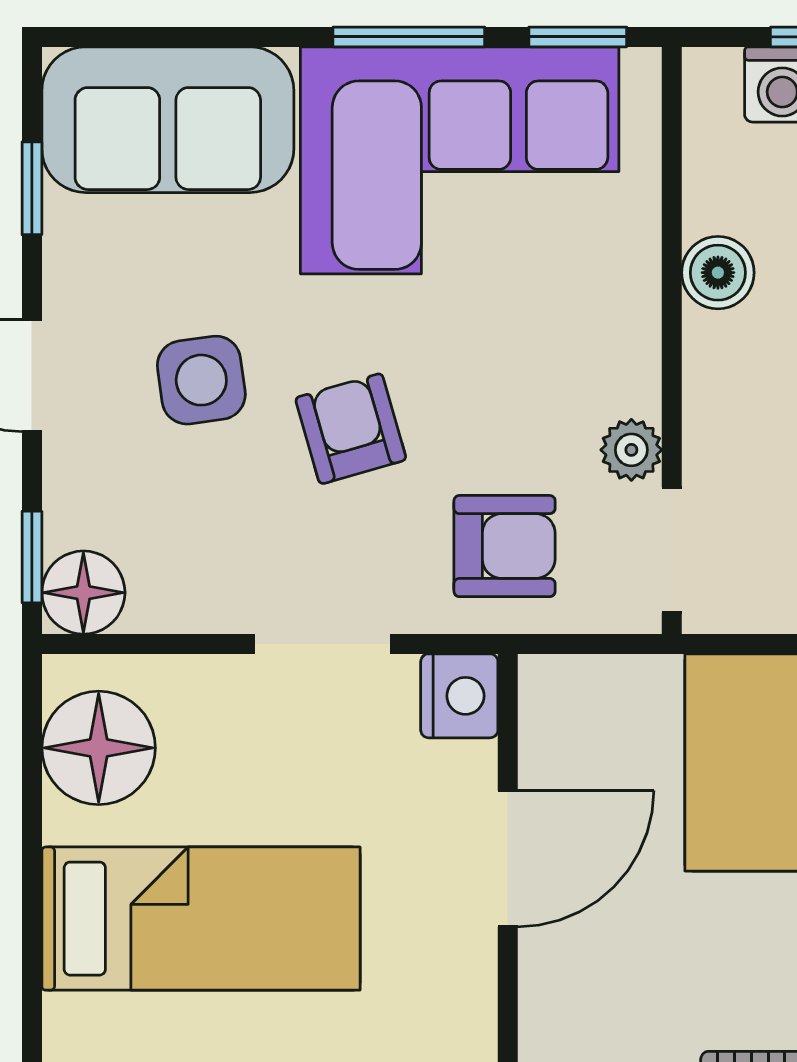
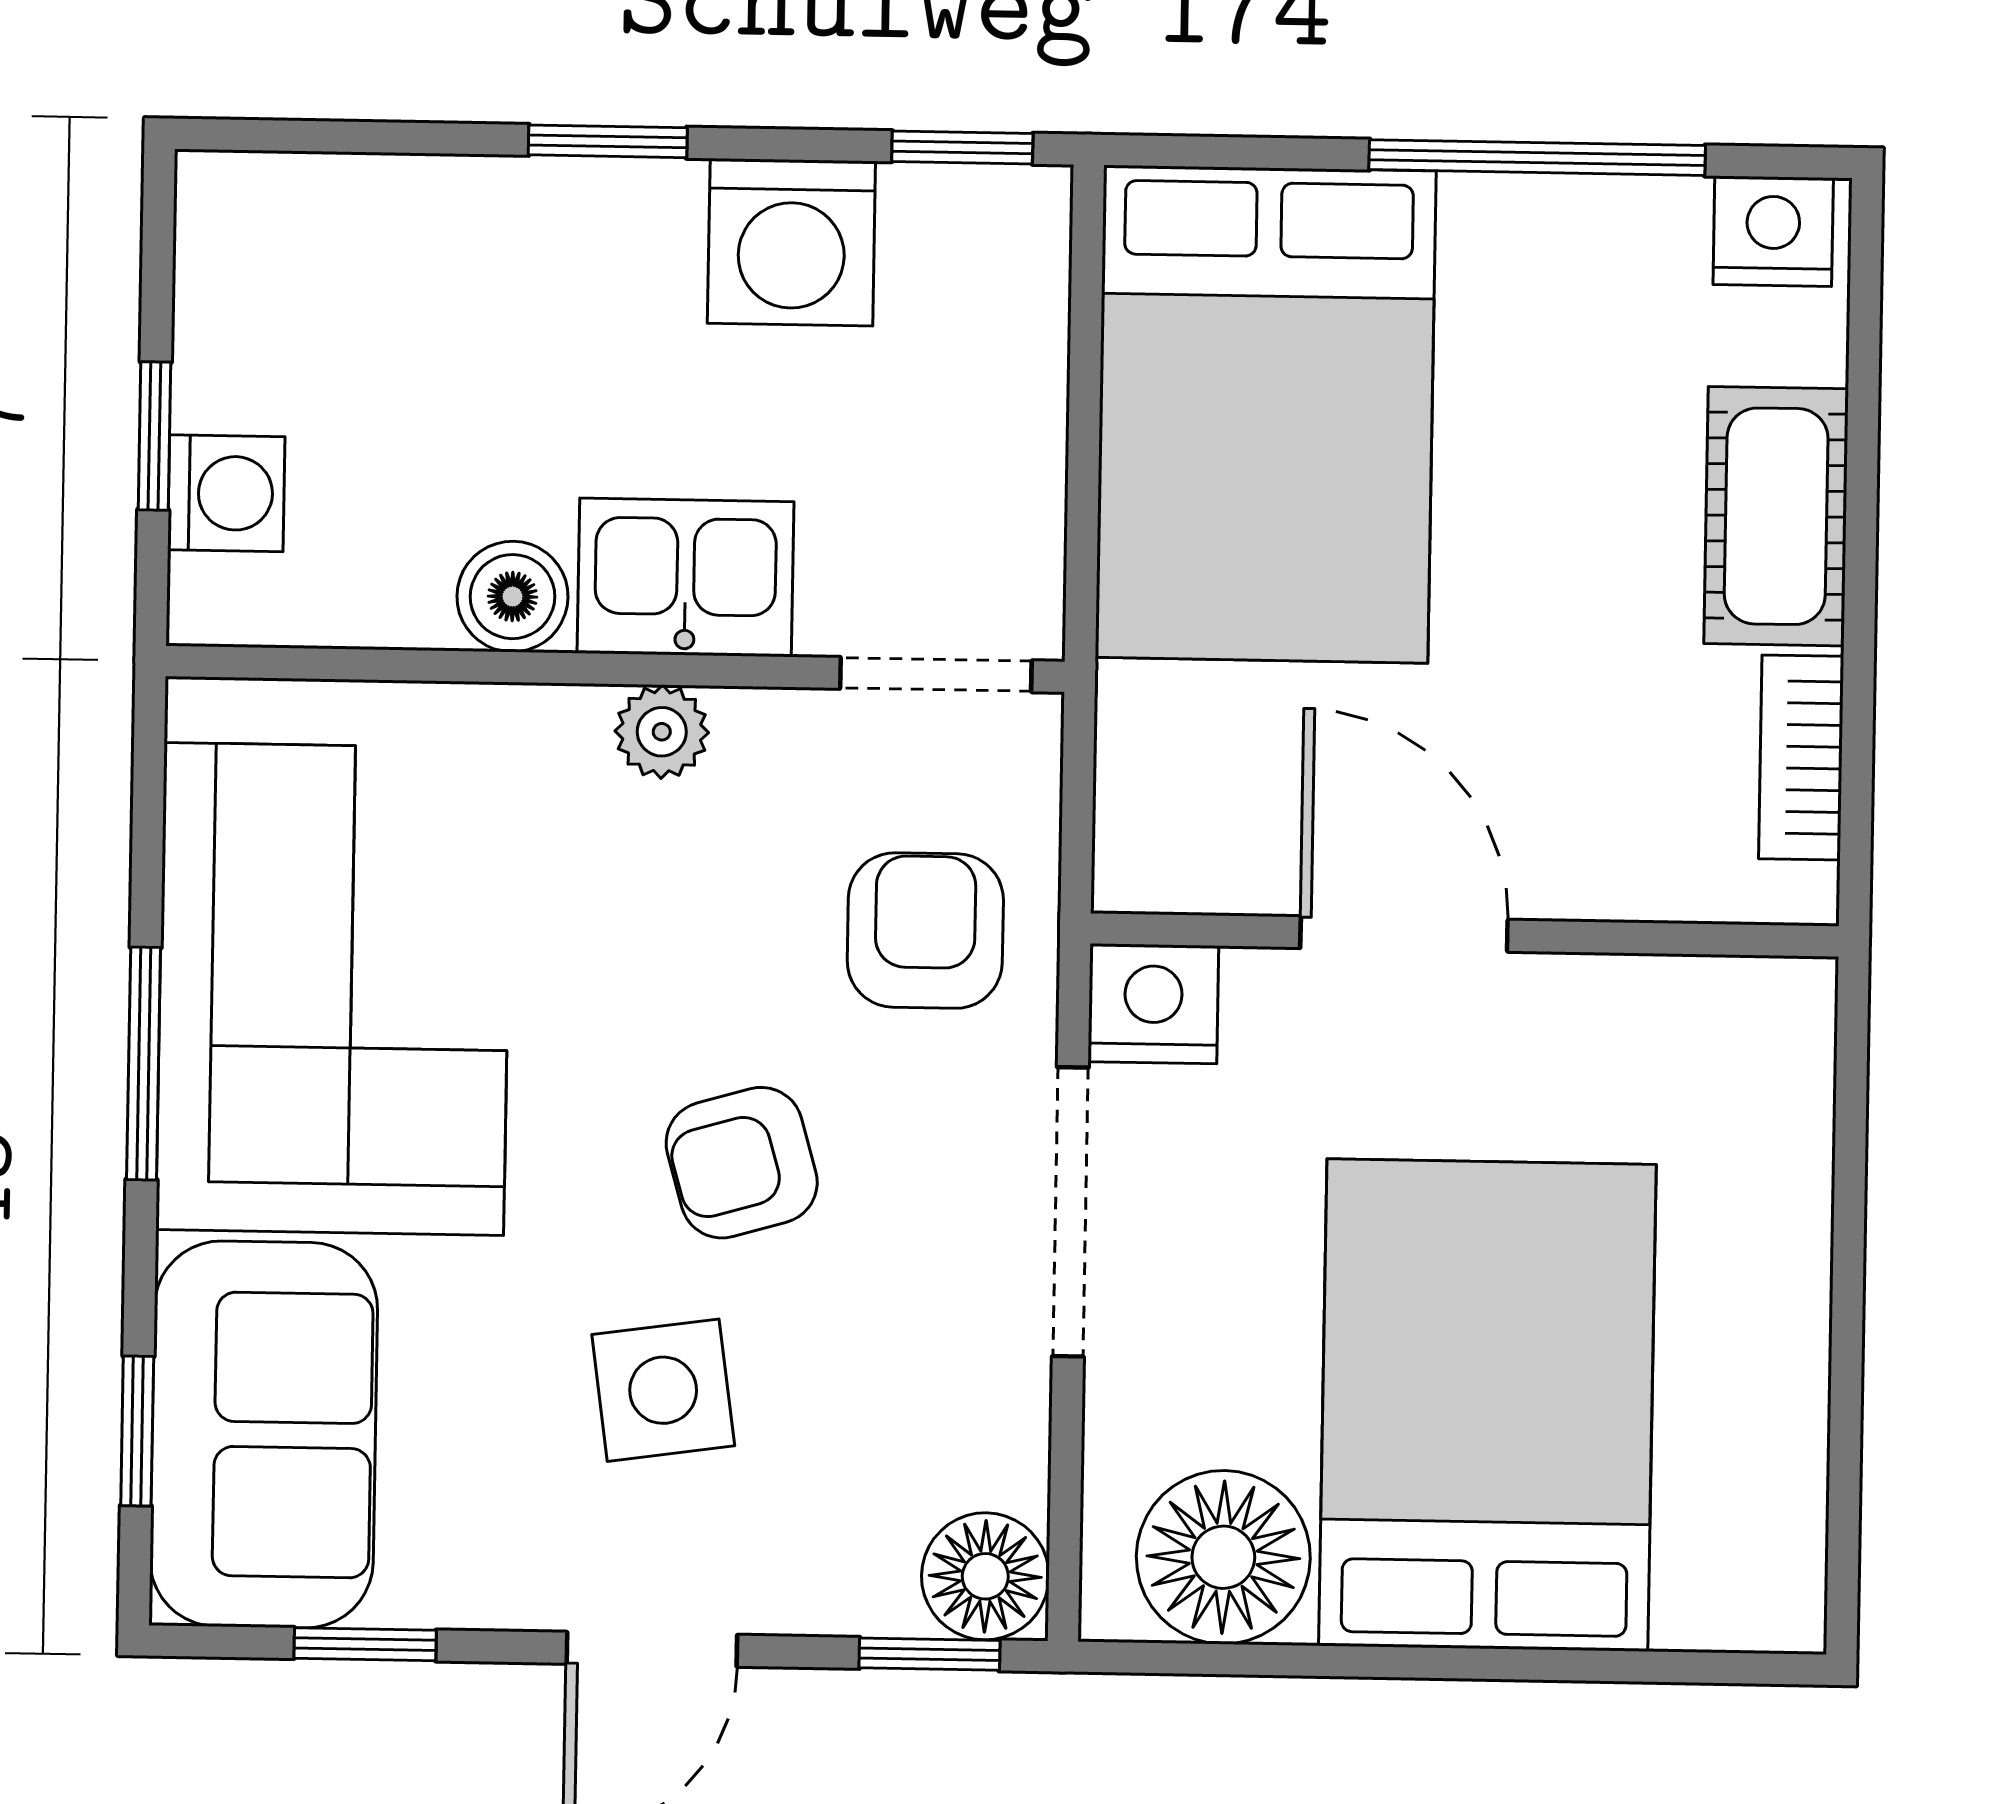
window: (578, 37) -> (137, 1431), moved
kitchen sink: (732, 385) -> (685, 577), added
plant: (631, 450) -> (662, 732), moved
doorway: (322, 644) -> (1070, 1212), width x1.38
bed: (201, 919) -> (1487, 1405), width x1.50

